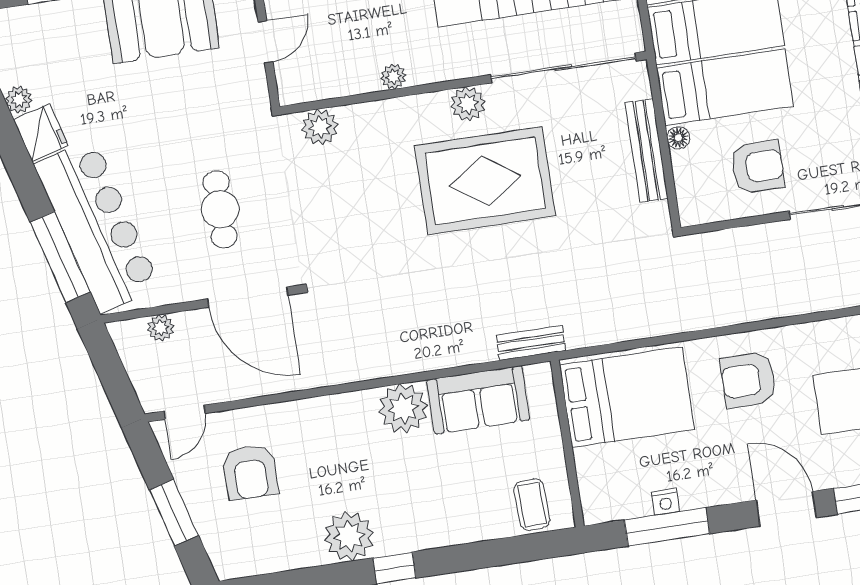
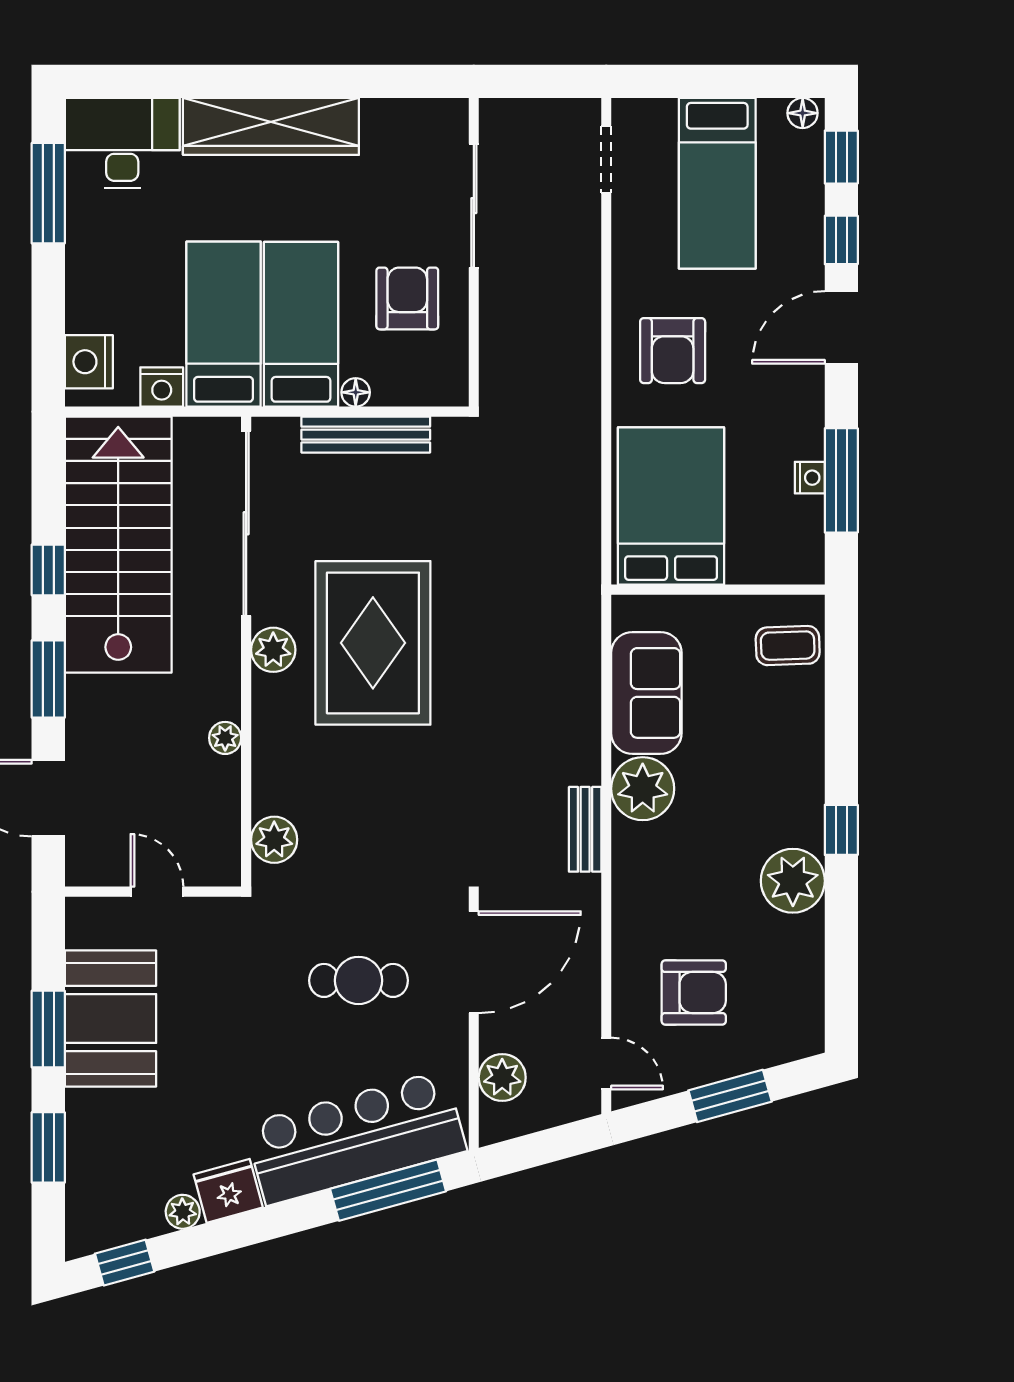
plant: (161, 328) -> (502, 1077), width x1.38, depth x1.38
bench: (531, 343) -> (585, 829), moved

